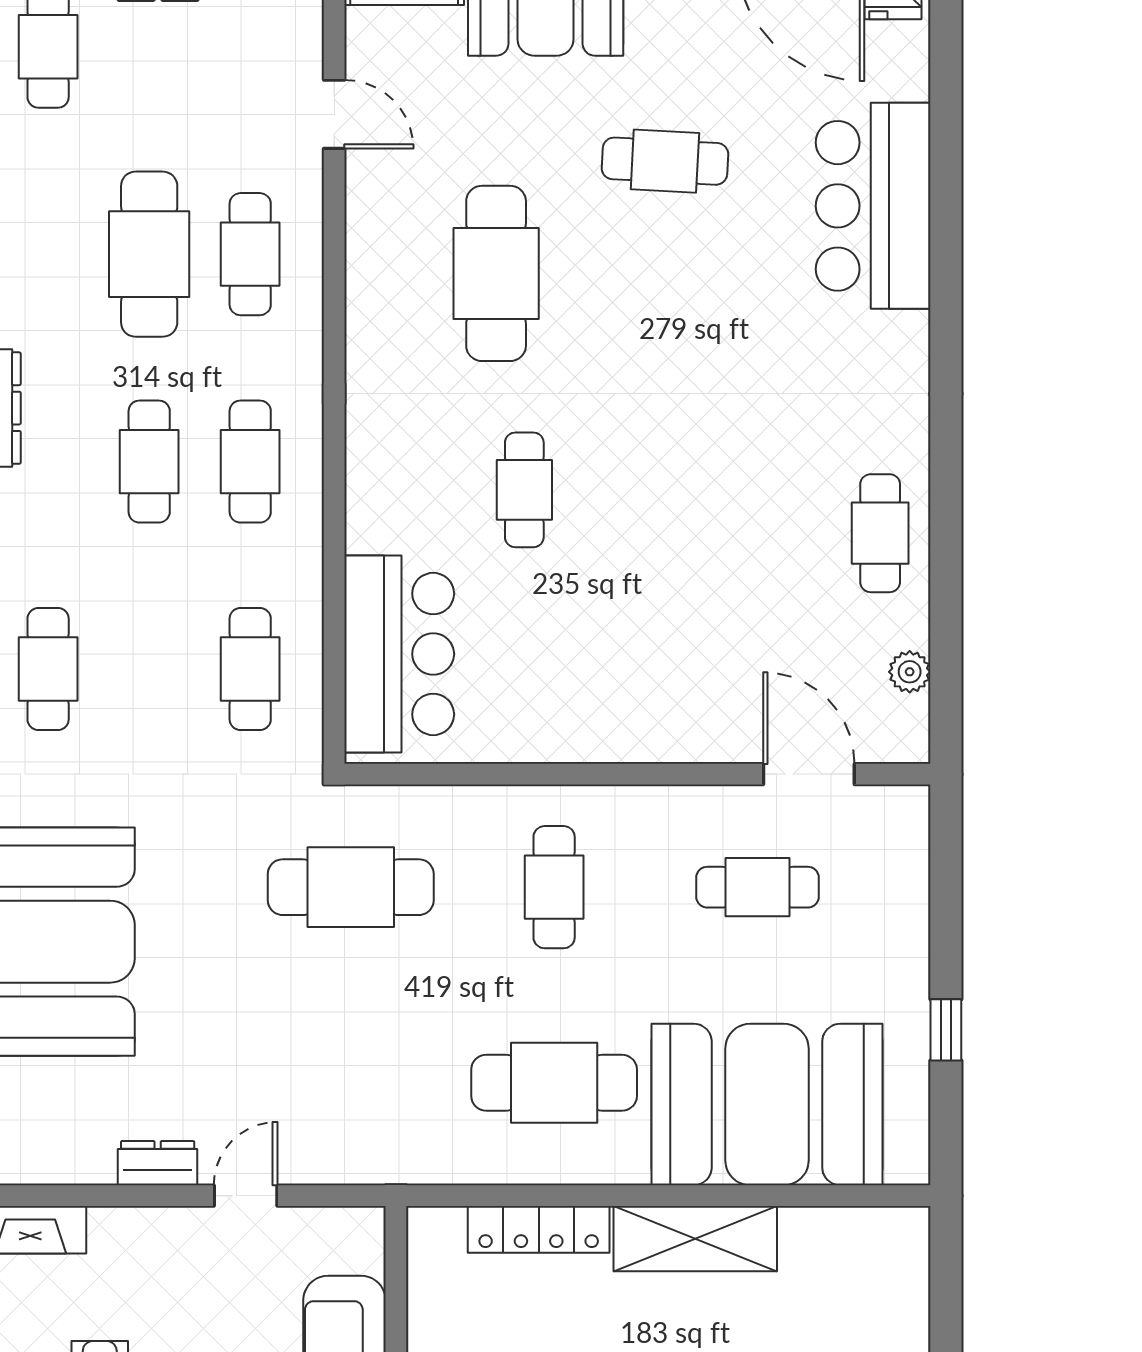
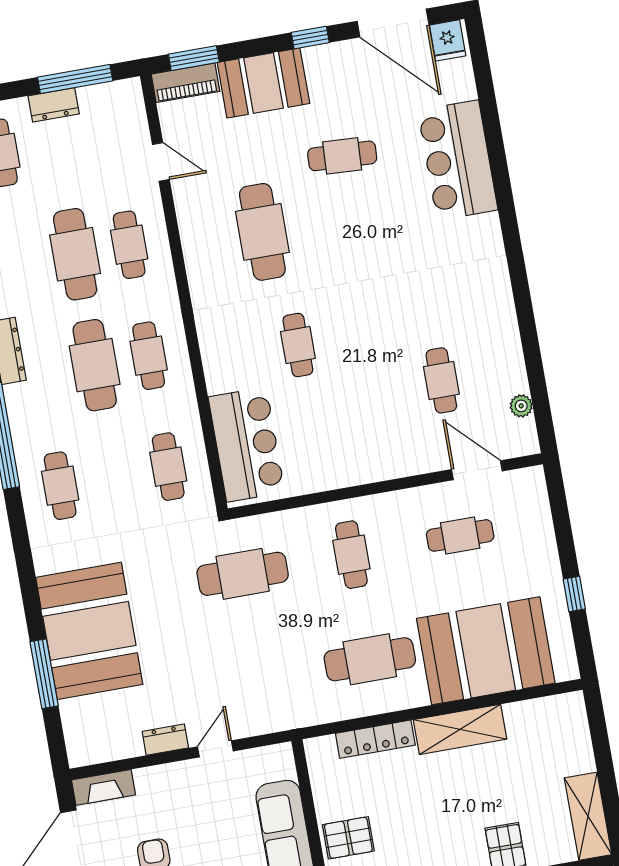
cafe table: (149, 462) -> (95, 365), width x1.37, depth x1.35
cafe table: (880, 533) -> (441, 380), moved

